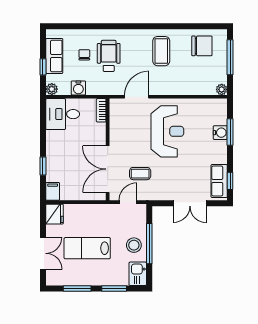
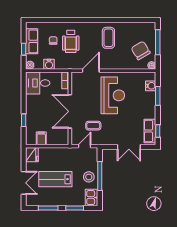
chair: (202, 46) -> (141, 50), moved, turned -121
wheelchair: (109, 56) -> (71, 41), turned 180
water cooler: (220, 133) -> (151, 86), moved
double door: (108, 169) -> (70, 111), moved
filing cabinet: (53, 191) -> (41, 138), moved

